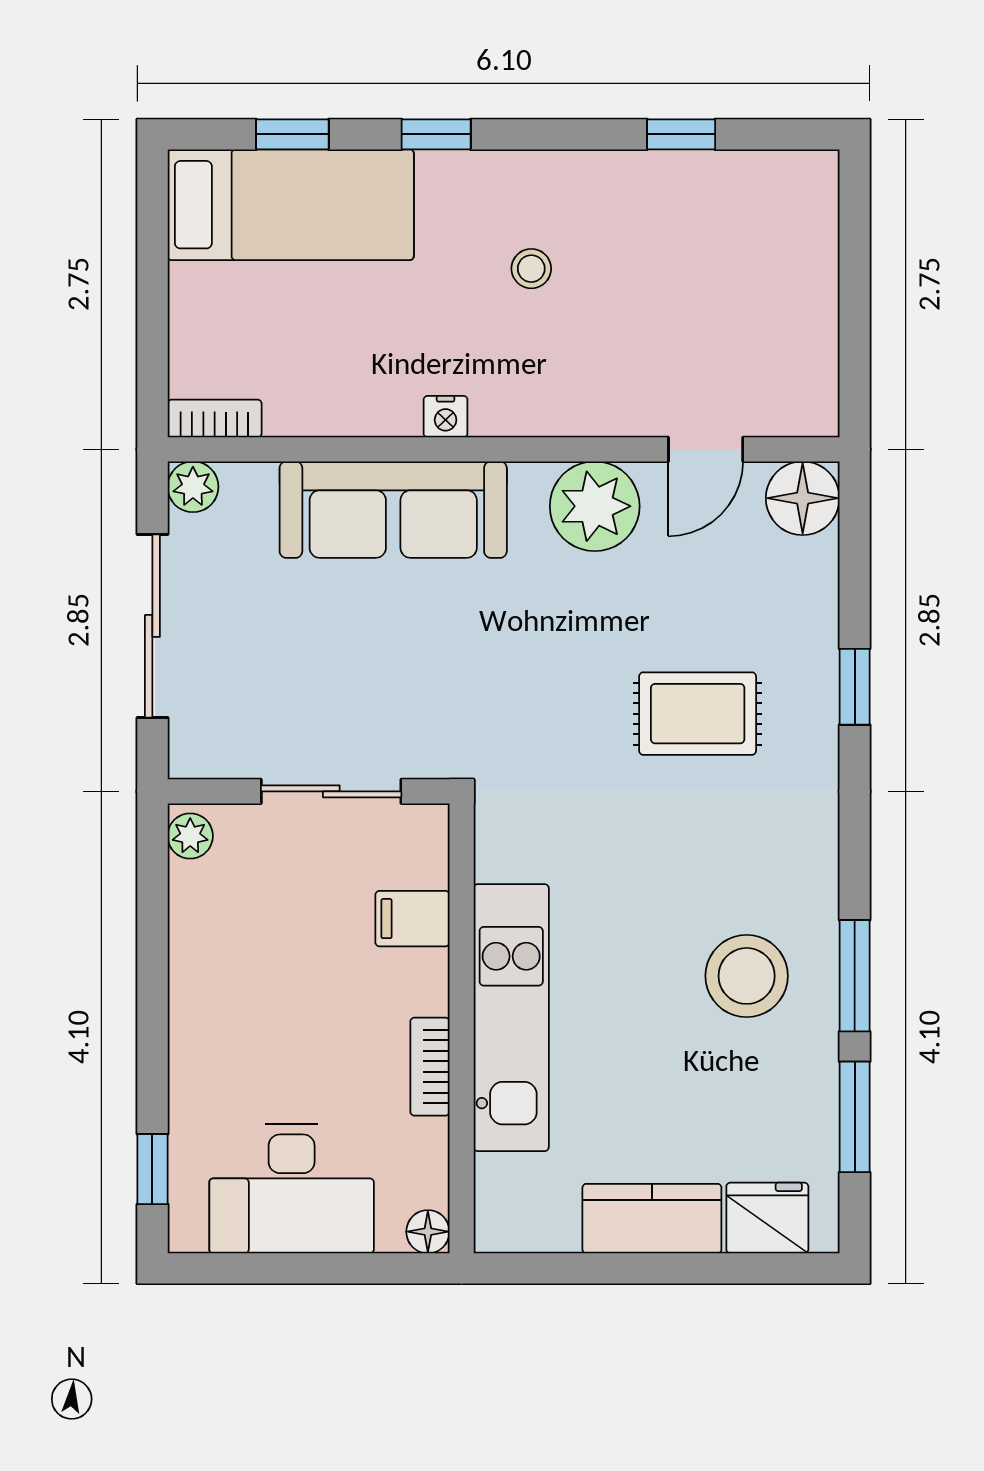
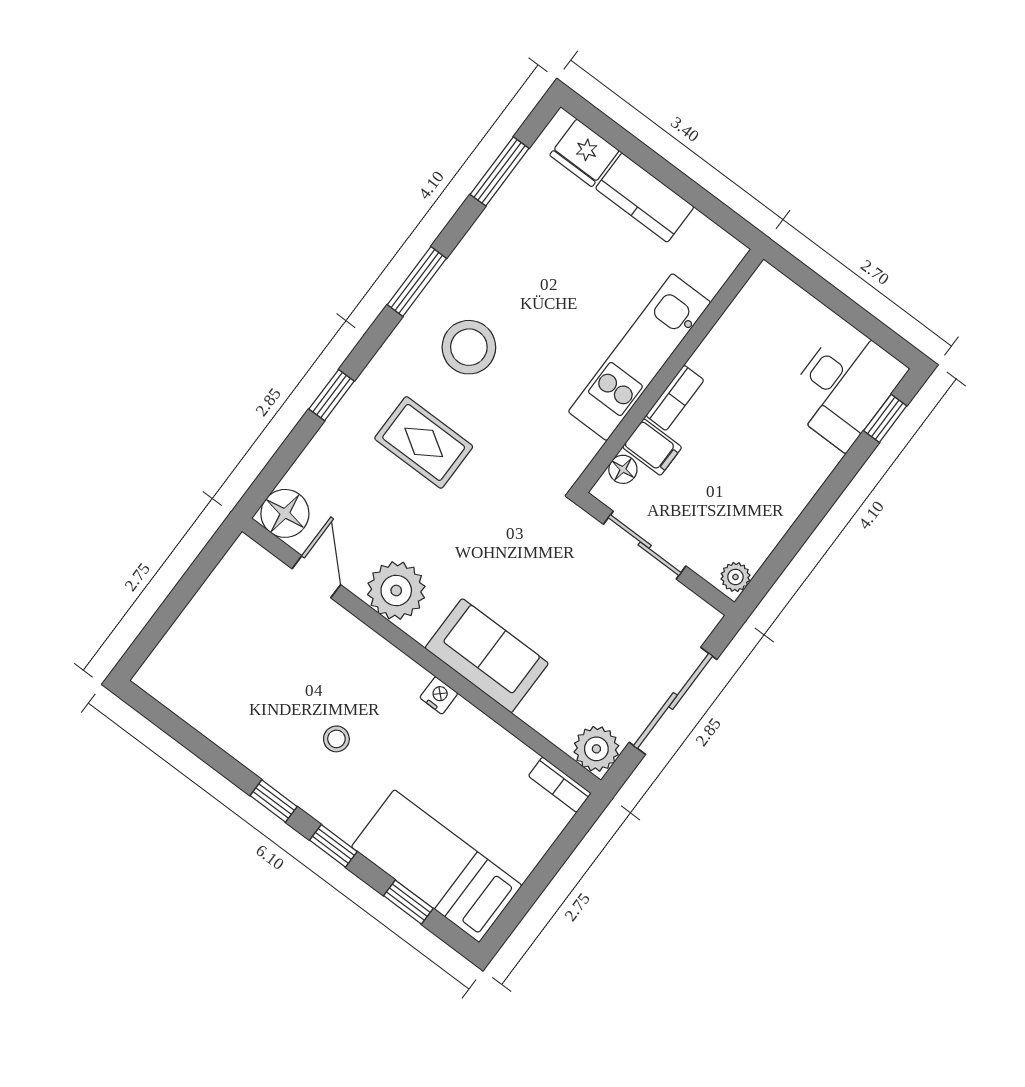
window: (681, 134) -> (274, 801), moved
door: (706, 449) -> (316, 577), hinge flipped
plant: (193, 487) -> (596, 749), width x1.38, depth x1.38
sofa: (393, 510) -> (487, 656), width x0.73
stool: (747, 976) -> (469, 347), moved
window: (855, 976) -> (417, 282), moved
bookcase: (430, 1067) -> (675, 398), moved
desk: (292, 1189) -> (844, 386), moved, turned 90
floor lamp: (428, 1232) -> (623, 469), moved

